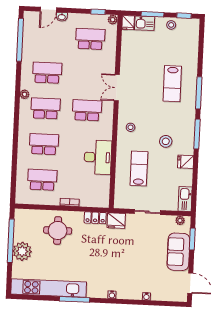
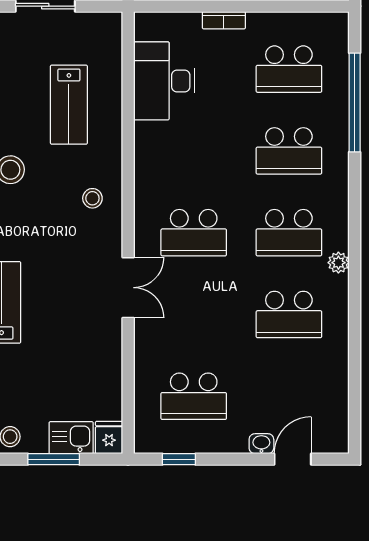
plant: (113, 20) -> (144, 443), removed
window: (20, 40) -> (355, 103), moved
desk: (98, 157) -> (164, 81), moved

